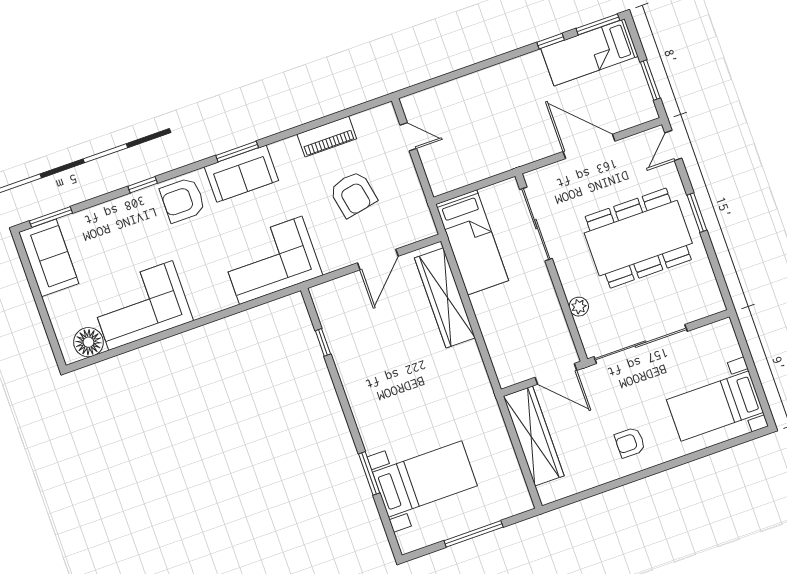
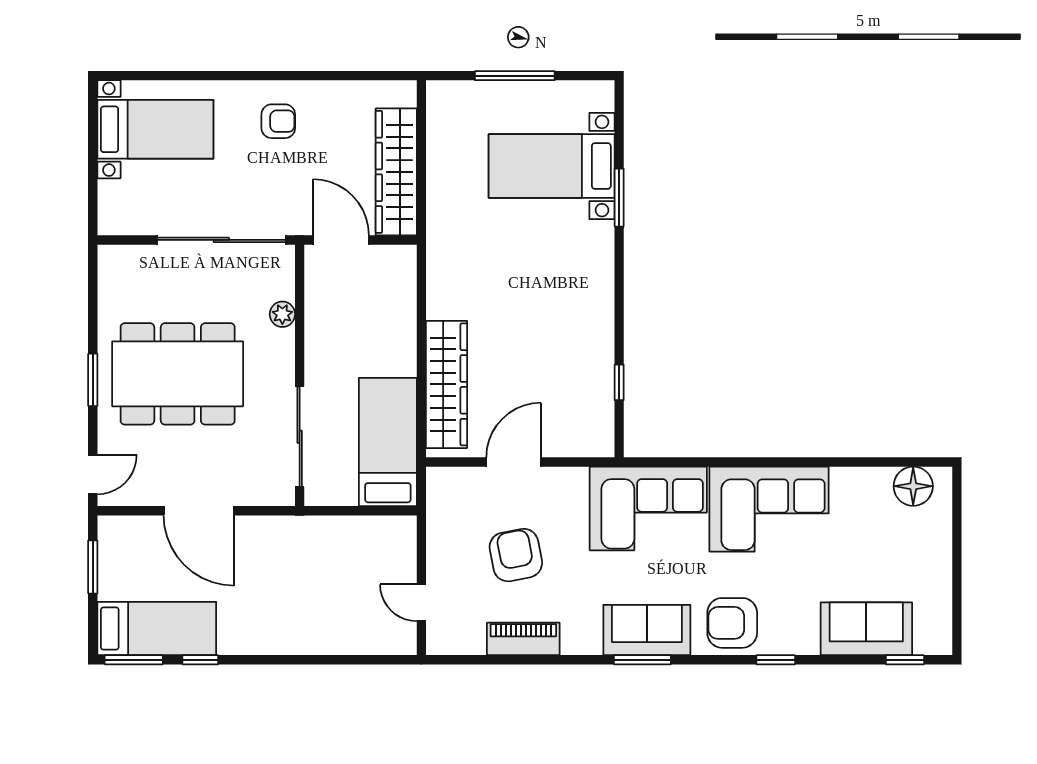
armchair: (183, 200) -> (732, 623), turned 180
window: (51, 217) -> (905, 660), width x0.67
sofa: (49, 258) -> (866, 629), moved, turned 90
corner sofa: (141, 306) -> (769, 509), moved

